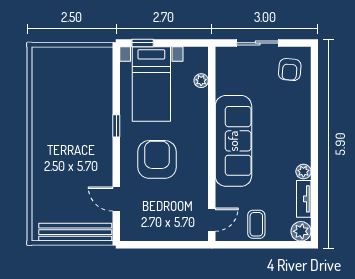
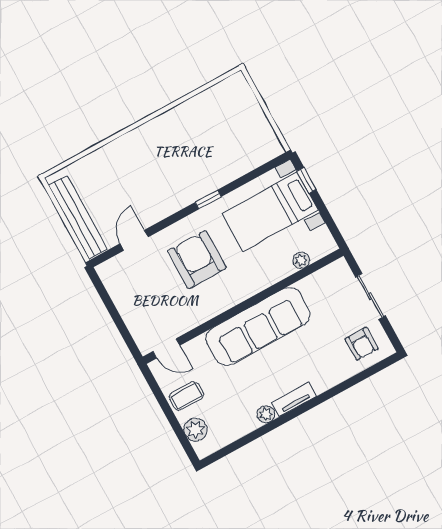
armchair: (290, 70) -> (362, 344), turned -95
armchair: (157, 159) -> (197, 259), turned -90
tv unit: (304, 199) -> (294, 399), moved
plant: (301, 231) -> (196, 430), moved

